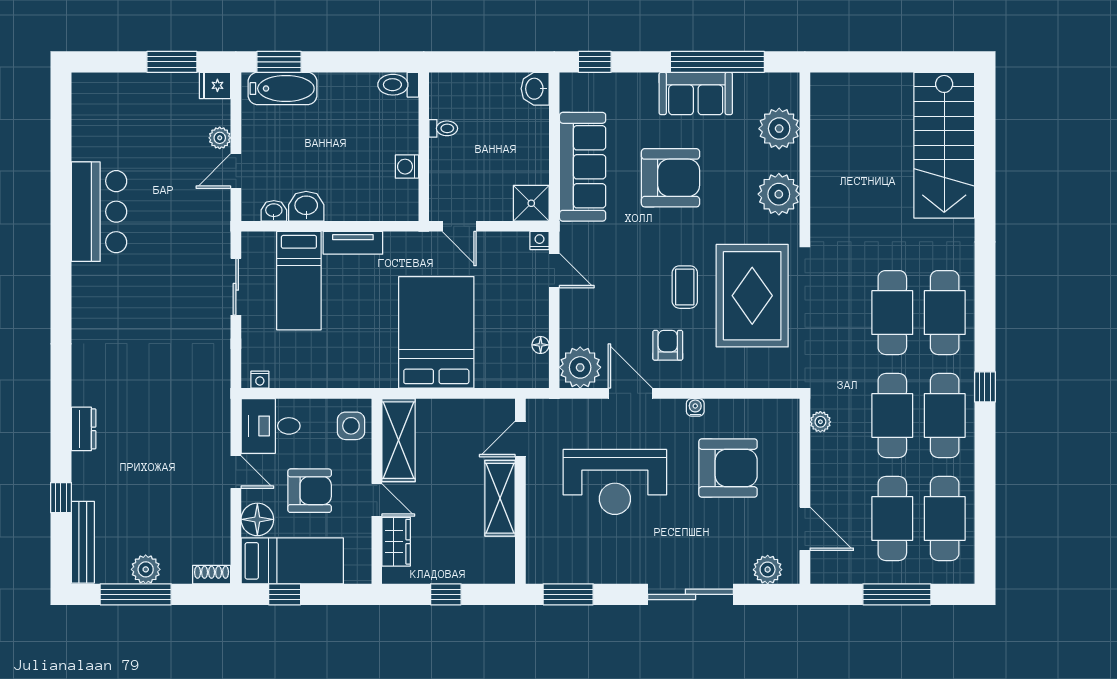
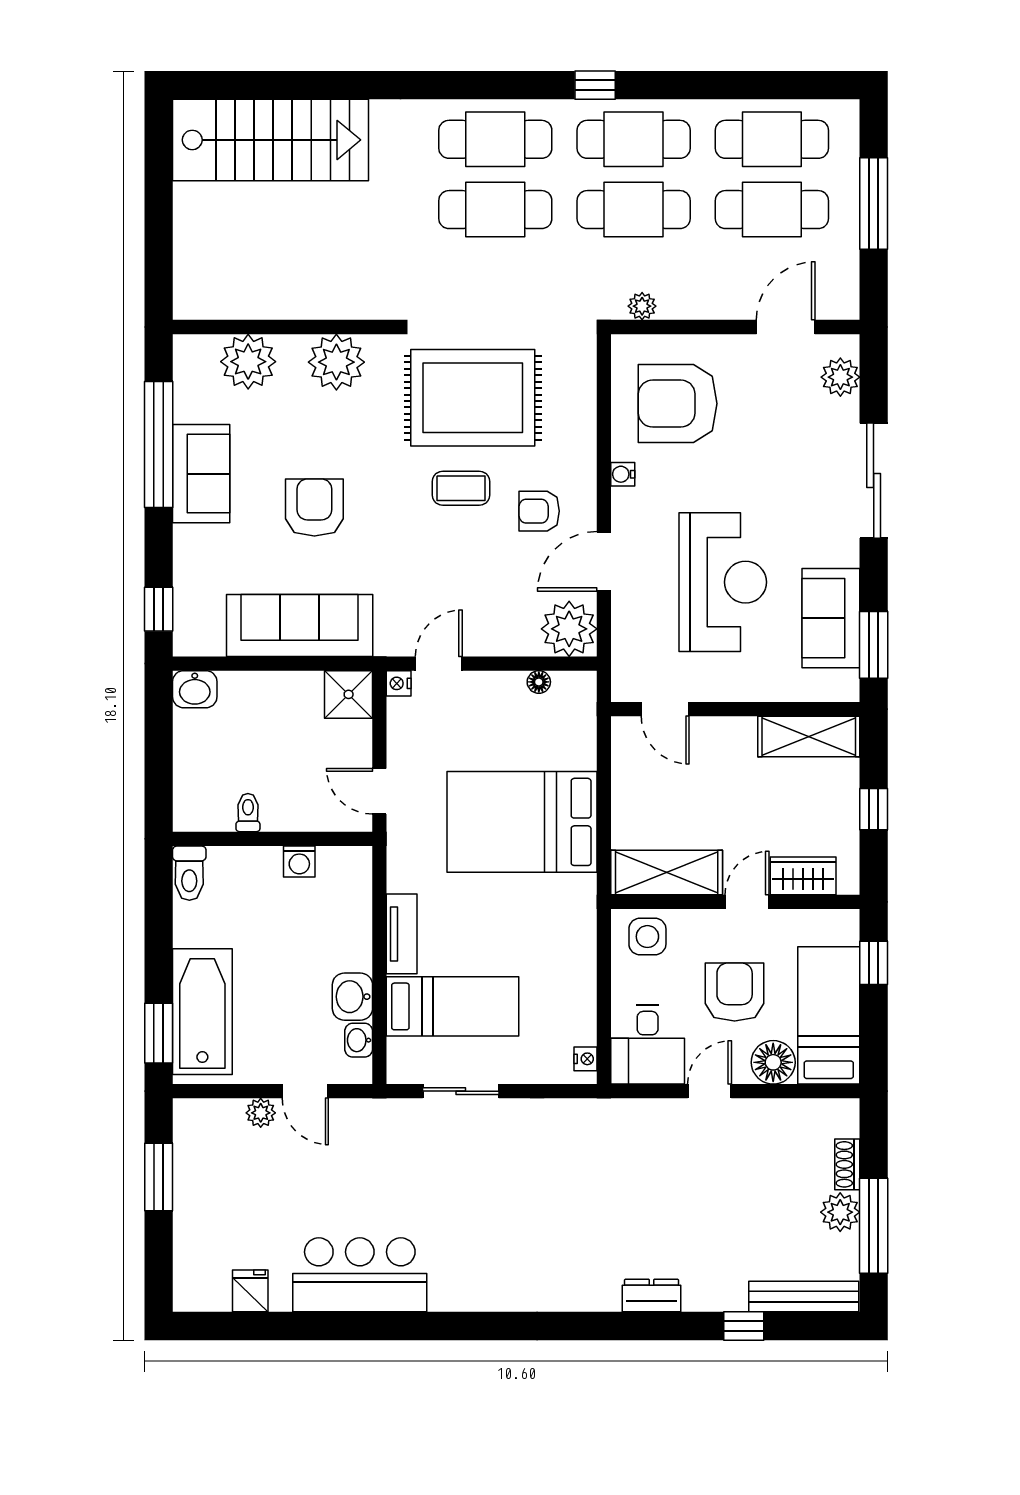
fridge: (215, 85) -> (250, 1291), moved, turned 180
bathtub: (282, 88) -> (202, 1012), width x1.36, depth x1.36
armchair: (671, 178) -> (314, 507), width x0.73, depth x0.73
door: (459, 226) -> (379, 791), swing flipped
armchair: (728, 468) -> (678, 404), moved, turned -90
shelving: (500, 498) -> (809, 736), moved
sofa: (588, 562) -> (831, 618), added
shoe rack: (212, 575) -> (847, 1164), moved
window: (285, 594) -> (874, 963), moved

